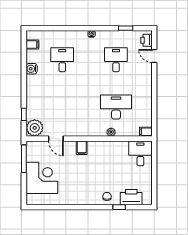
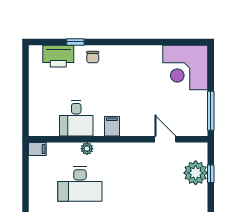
plant: (35, 128) -> (196, 173), moved
filing cabinet: (82, 148) -> (112, 126), moved
desk: (140, 153) -> (76, 118), moved
corner desk: (42, 178) -> (185, 67), moved

